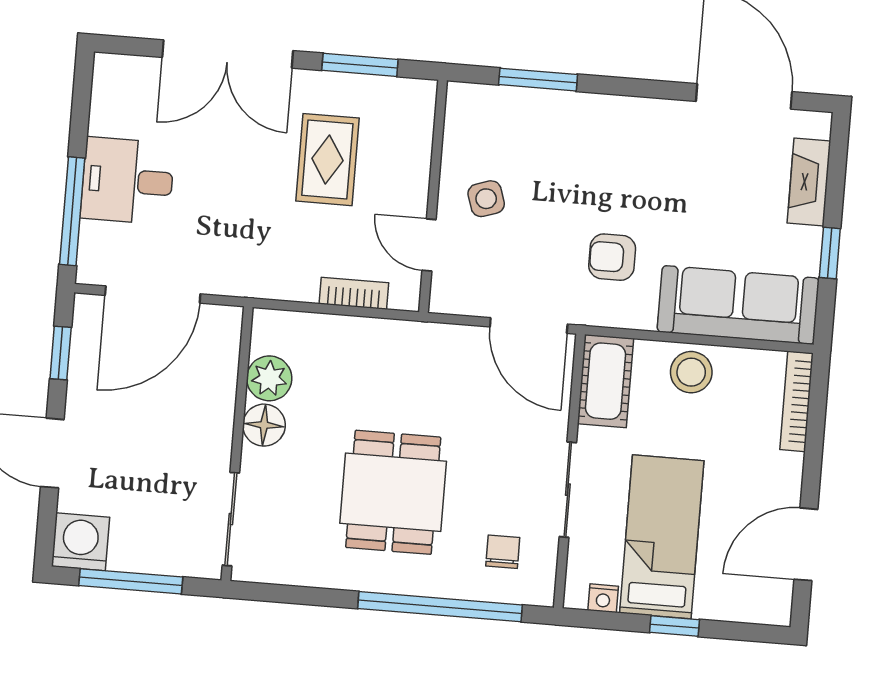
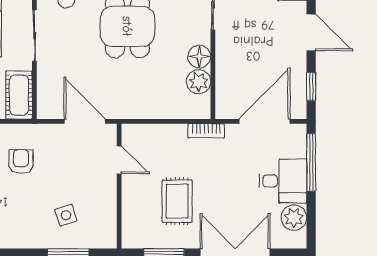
plant: (113, 111) -> (294, 218), added
side table: (486, 199) -> (66, 215), moved
armchair: (612, 257) -> (21, 162), turned -90
bookcase: (354, 293) -> (206, 131), moved
door: (529, 325) -> (85, 121), moved

